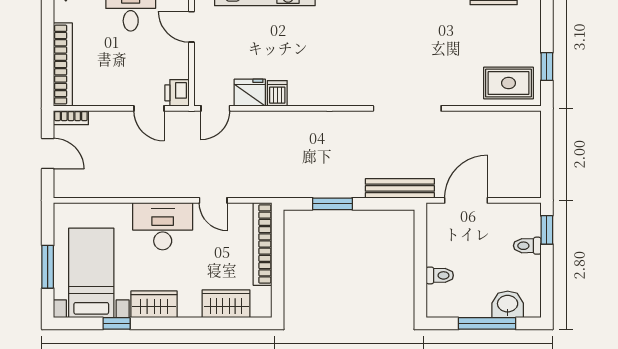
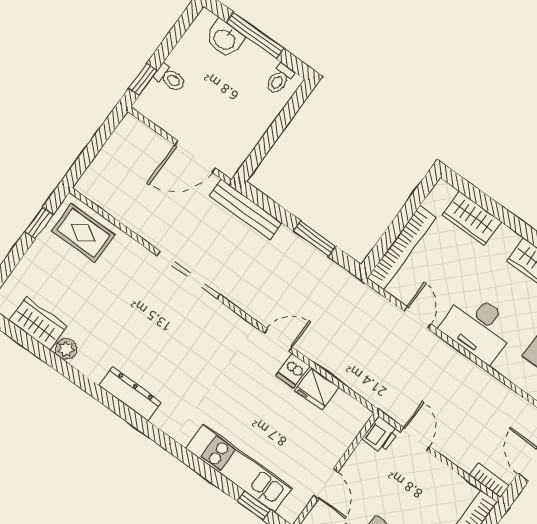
door: (215, 108) -> (278, 340), moved
toilet: (440, 275) -> (279, 79), moved, turned -90

